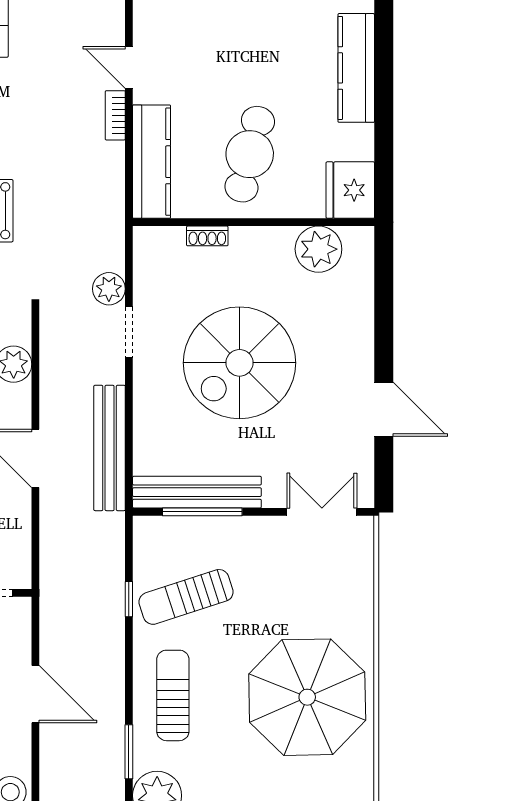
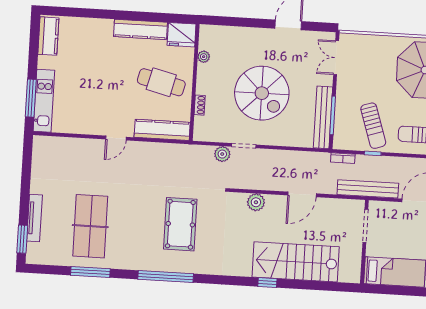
kitchen counter: (356, 68) -> (141, 29), moved
bookcase: (115, 115) -> (343, 158), moved
plant: (318, 249) -> (204, 57), width x0.53, depth x0.53
bench: (110, 448) -> (368, 189), moved

